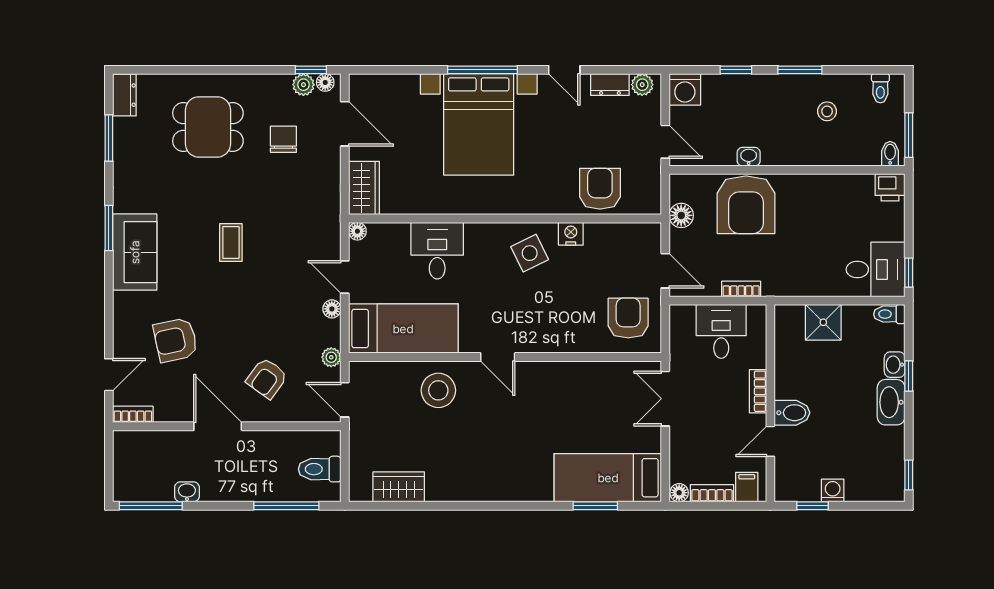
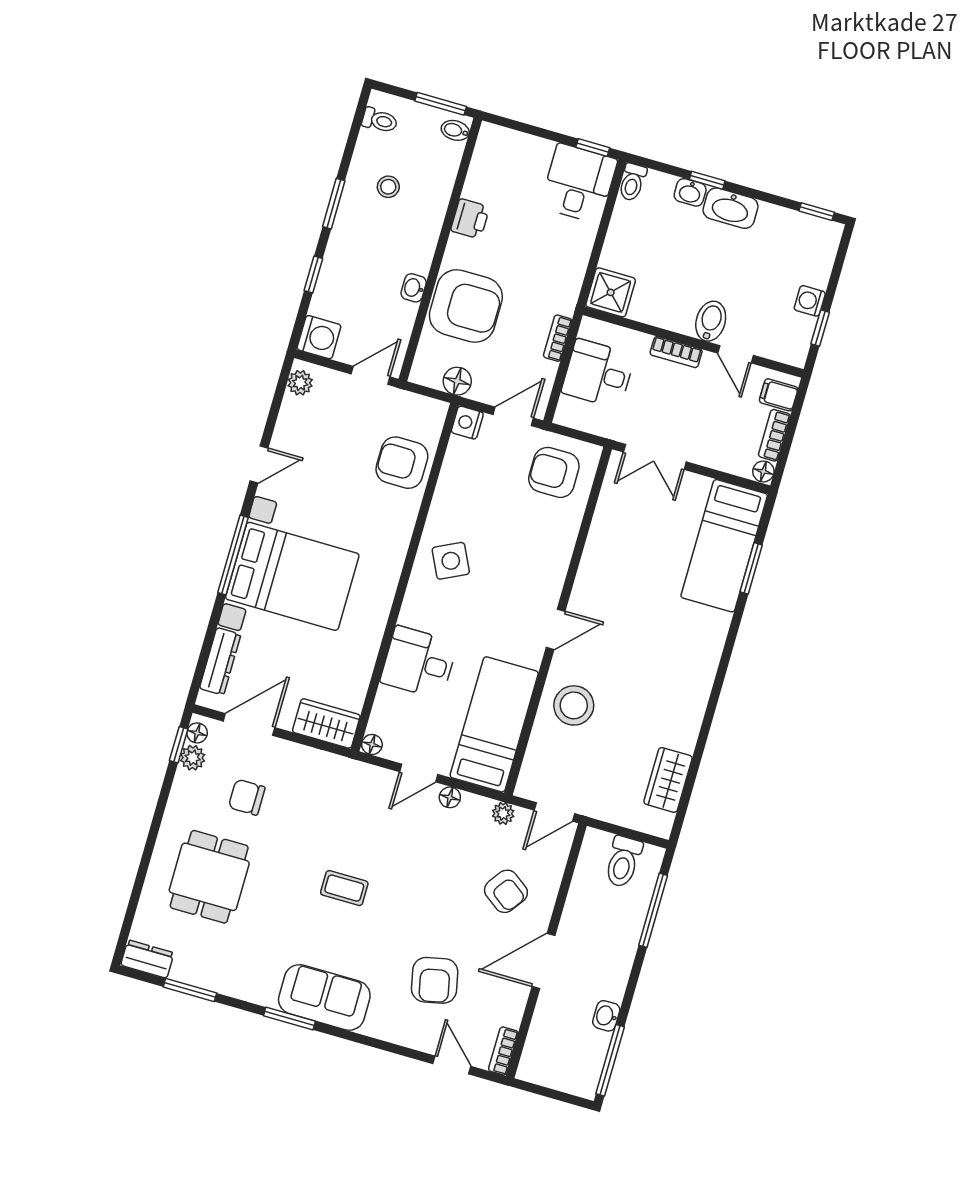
dresser: (610, 85) -> (220, 661), moved, width x1.44
printer: (890, 187) -> (470, 219), moved
nightstand: (571, 234) -> (467, 423), moved
shower: (823, 322) -> (611, 292), moved

